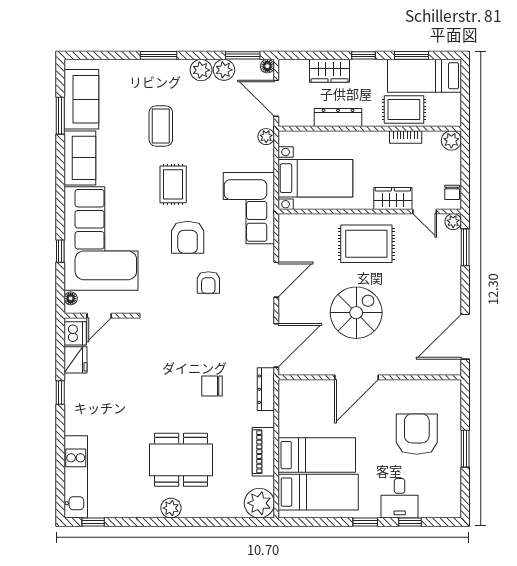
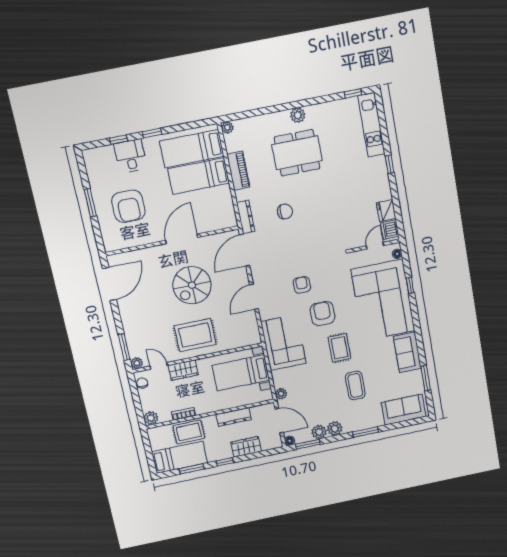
sofa: (81, 99) -> (404, 410), moved, turned 90
window: (60, 393) -> (390, 164), moved
plant: (259, 503) -> (227, 127), width x0.53, depth x0.53

